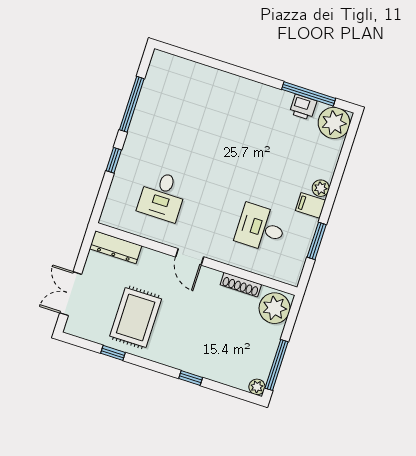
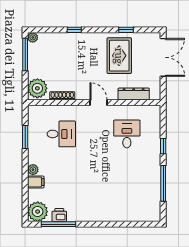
filing cabinet: (310, 205) -> (36, 182), moved
dresser: (116, 247) -> (134, 94), moved
double door: (71, 294) -> (163, 57), width x1.37

